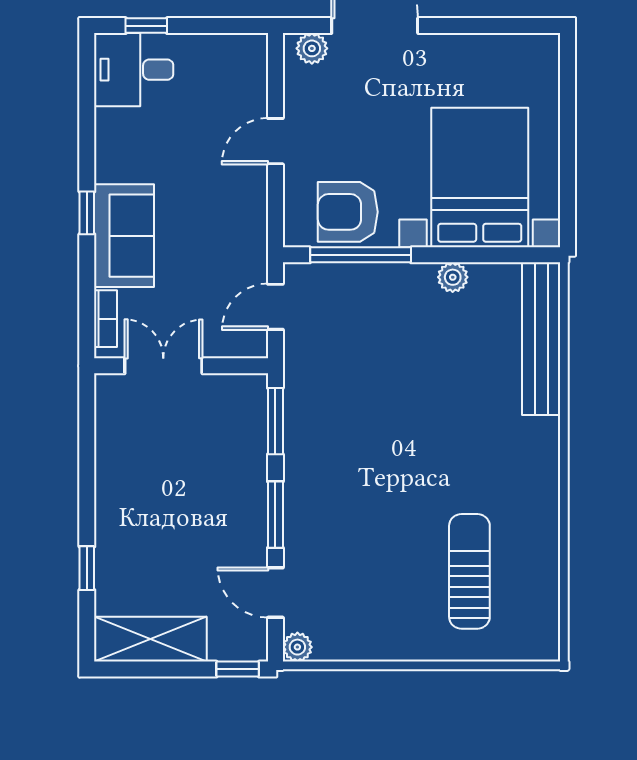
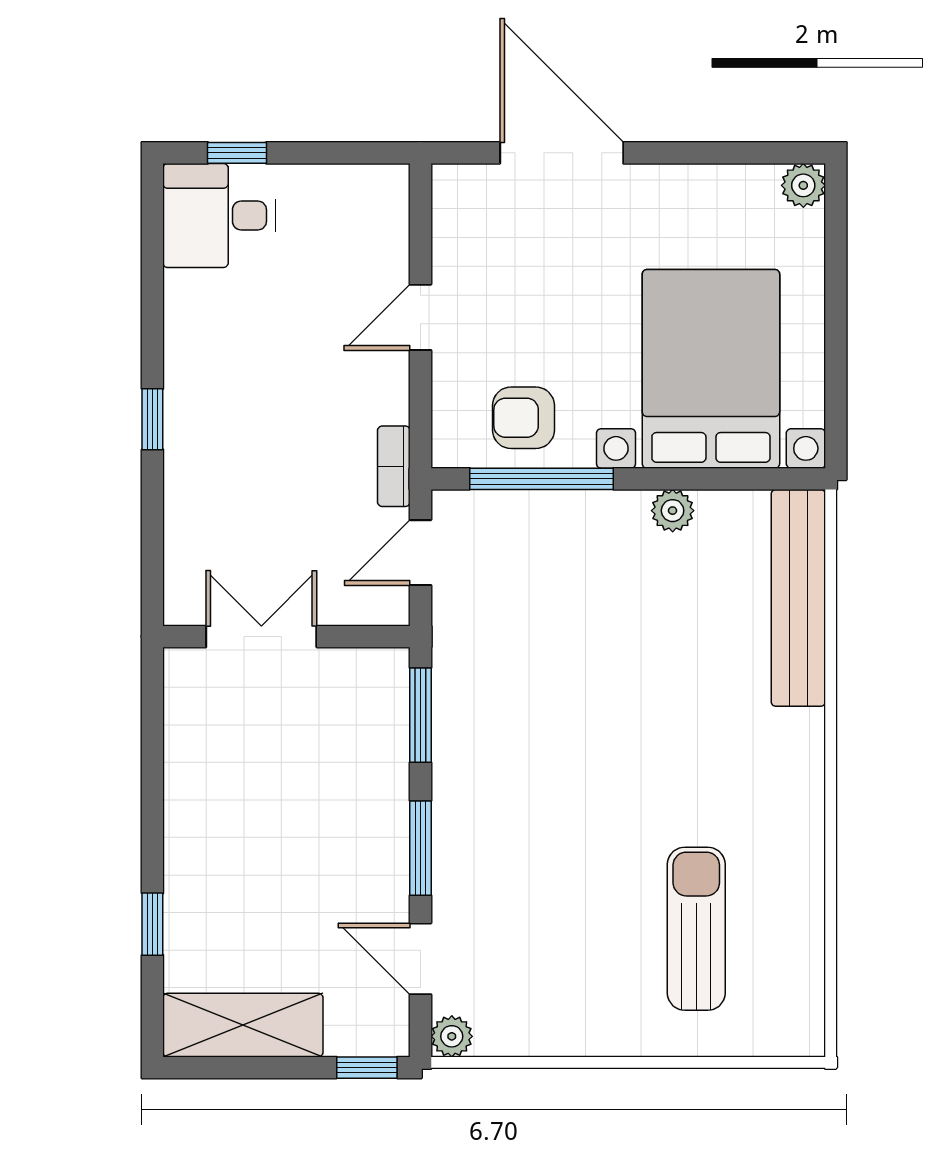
plant: (312, 48) -> (803, 185), moved
armchair: (348, 212) -> (523, 418), width x0.72, depth x0.72
sofa: (124, 236) -> (205, 451), removed
bookcase: (106, 319) -> (394, 466), moved, turned 180

